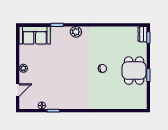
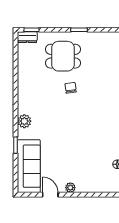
sofa: (35, 35) -> (29, 166), width x1.36
dining table: (134, 71) -> (63, 56), moved
door: (18, 90) -> (50, 195), moved

